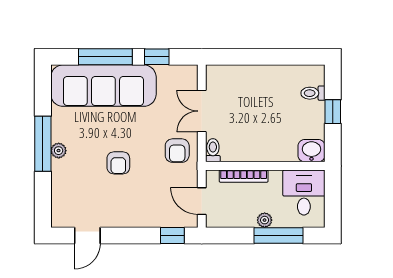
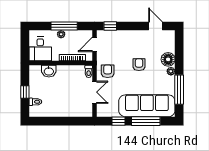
window: (43, 144) -> (179, 90), moved
washbasin: (312, 151) -> (49, 71), moved
floor lamp: (64, 173) -> (168, 59), added
door: (202, 201) -> (95, 44), swing flipped
door: (87, 235) -> (155, 26), hinge flipped
window: (278, 235) -> (64, 26), moved

